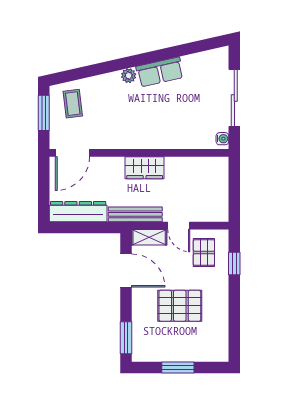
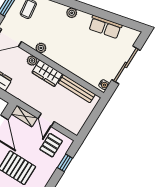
row of seats: (160, 72) -> (105, 27), moved
plant: (118, 142) -> (41, 48), added
plant: (117, 164) -> (32, 61), added
bench: (135, 214) -> (77, 89), moved

